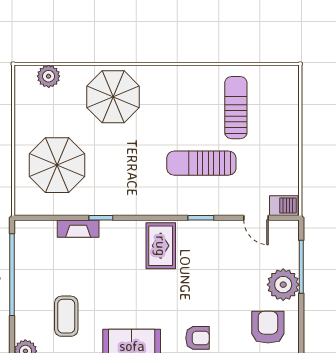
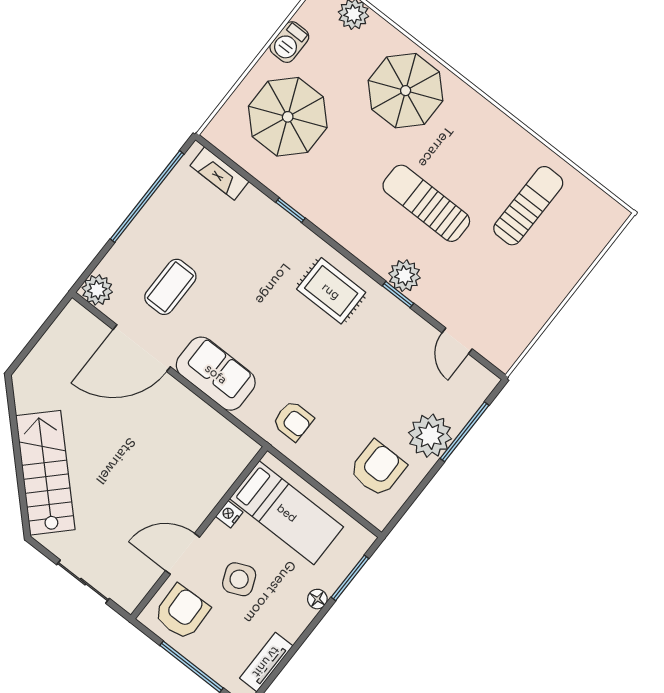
sun lounger: (201, 163) -> (426, 203), moved
plant: (196, 204) -> (405, 276), added
barbecue: (284, 206) -> (289, 42), moved, turned 90
fireplace: (78, 229) -> (219, 174), moved
rug: (161, 246) -> (331, 291), turned 90

